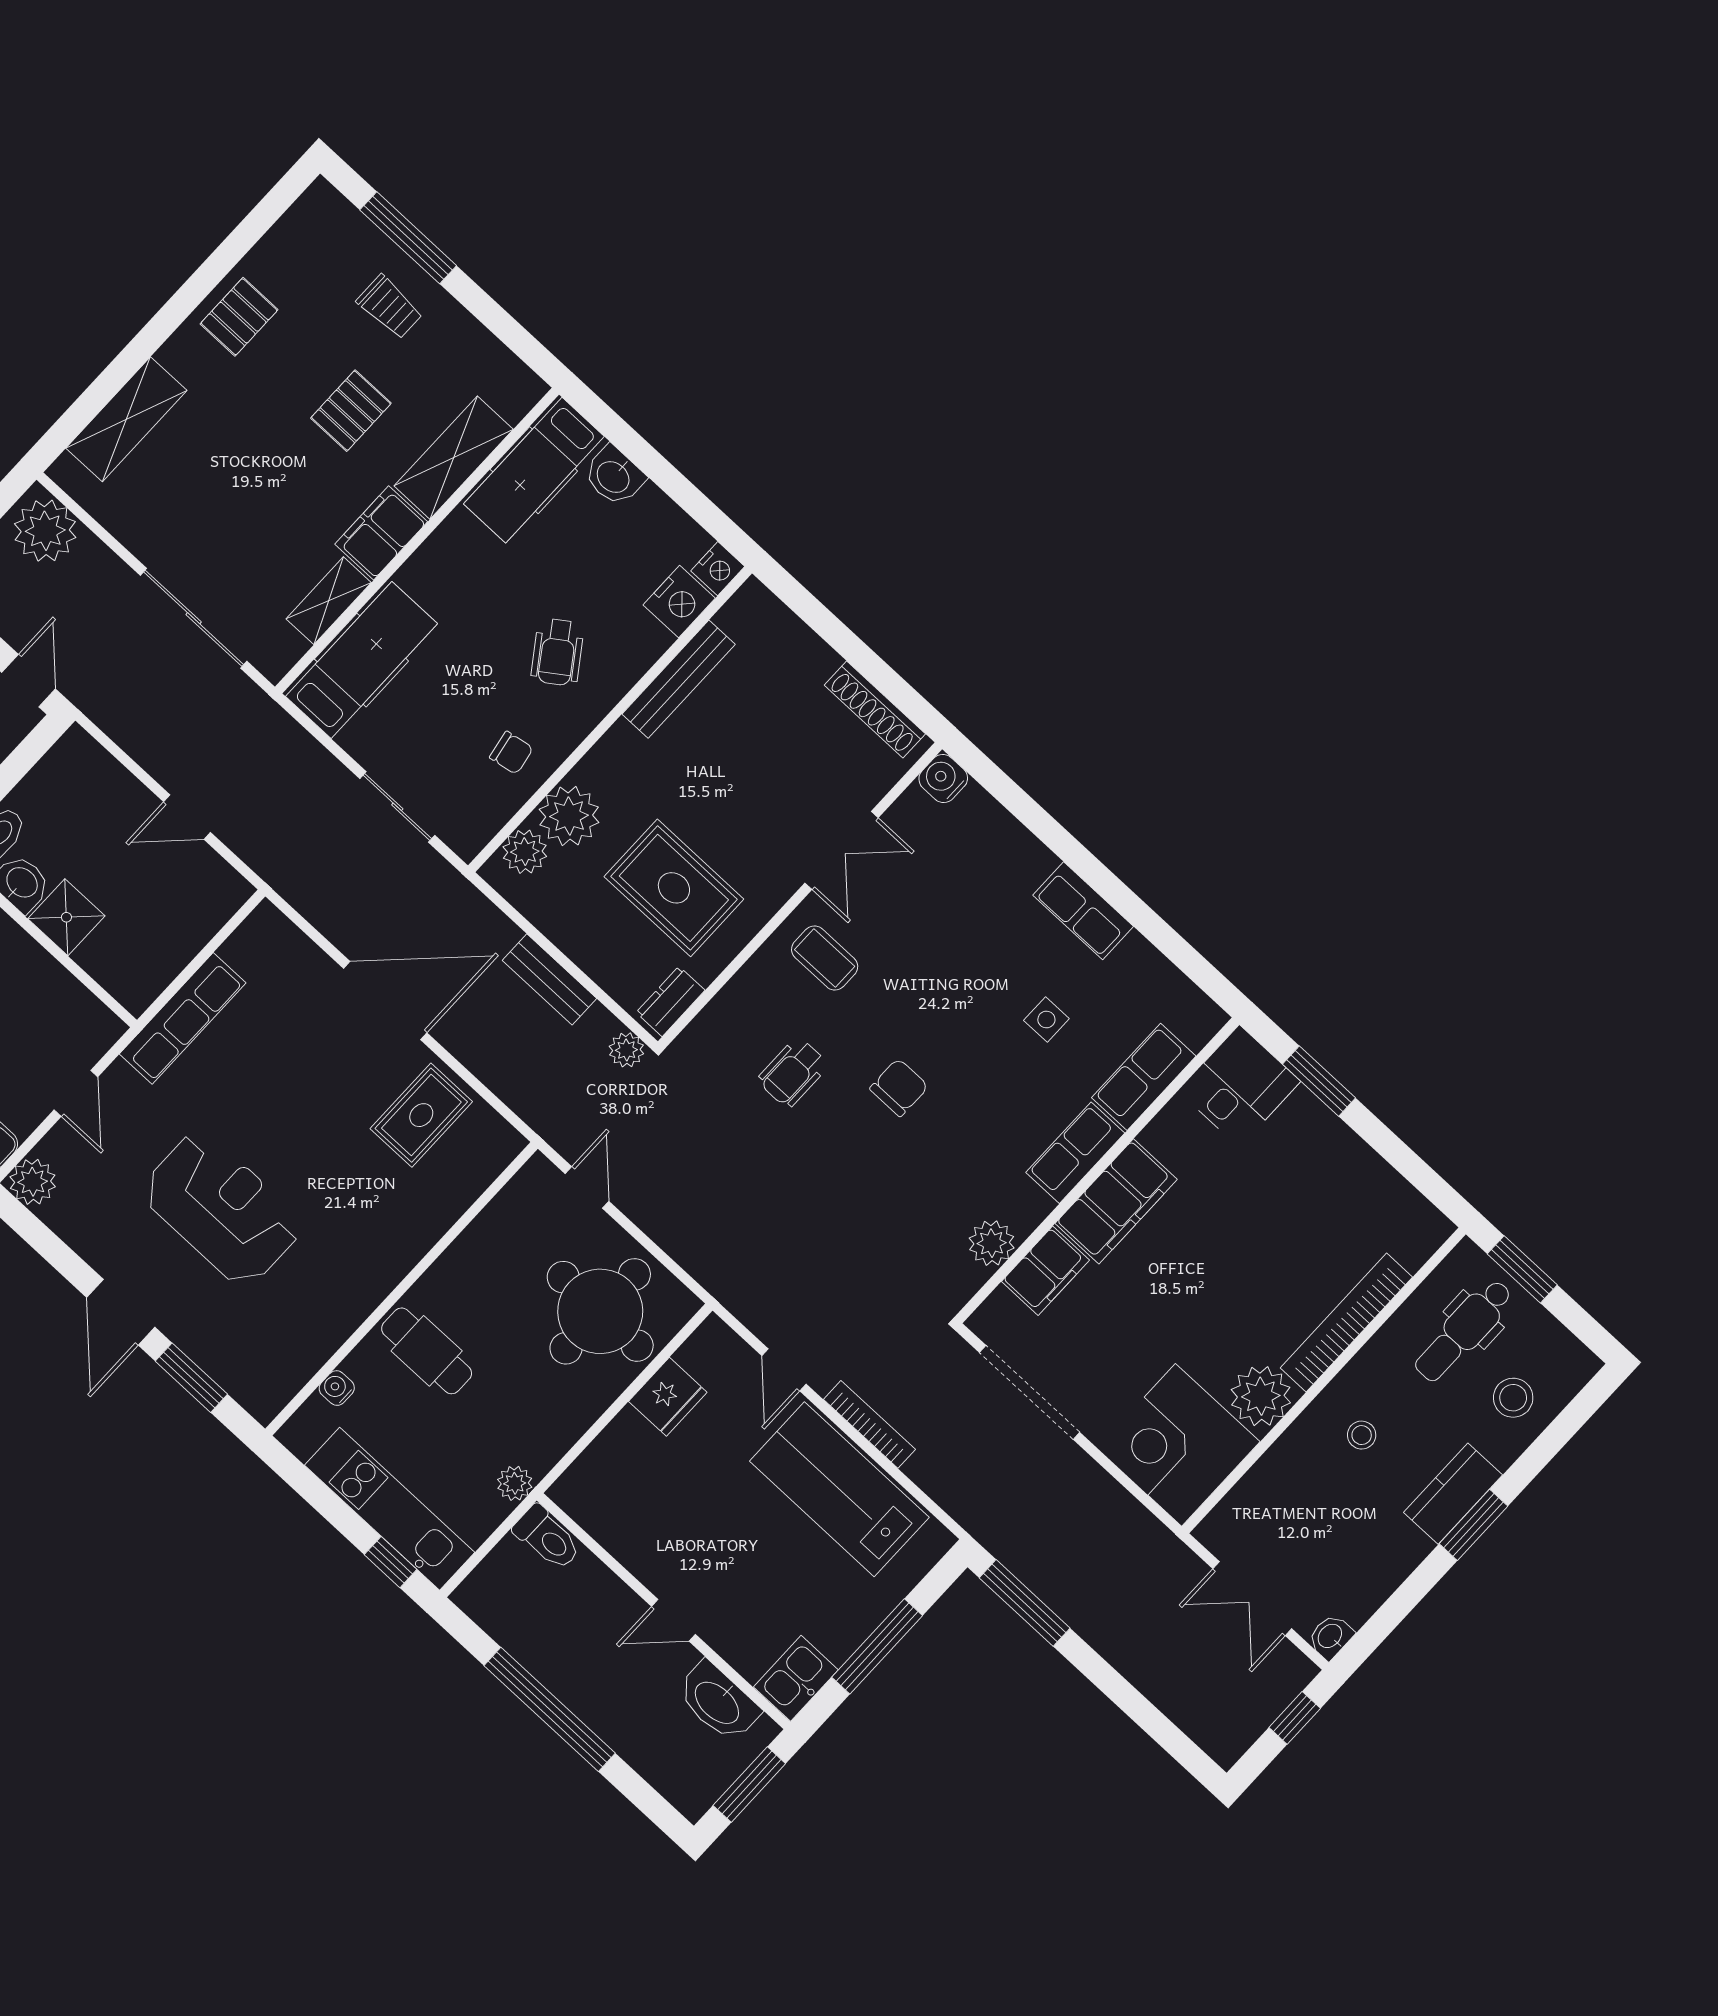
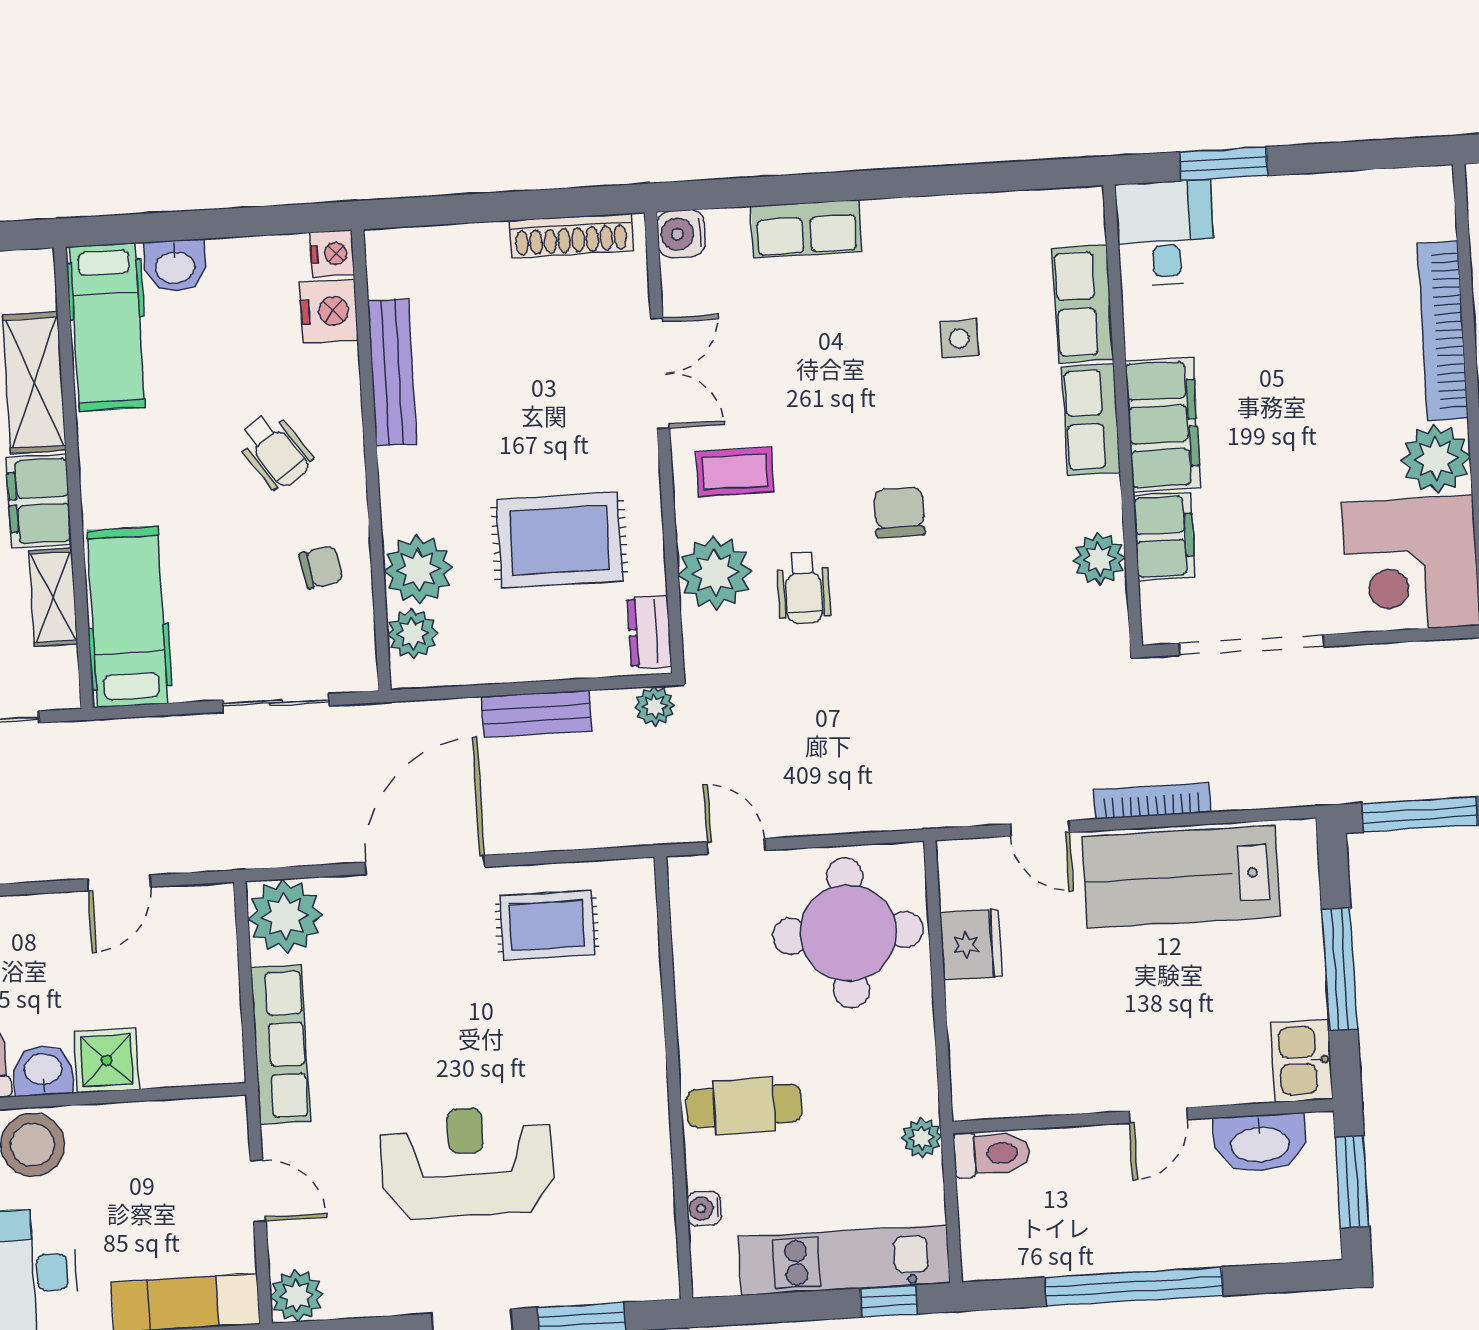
row of seats: (1083, 911) -> (806, 229), moved
plant: (267, 943) -> (285, 916), added
plant: (748, 1007) -> (715, 573), added
rug: (421, 1115) -> (547, 925), turned 90

